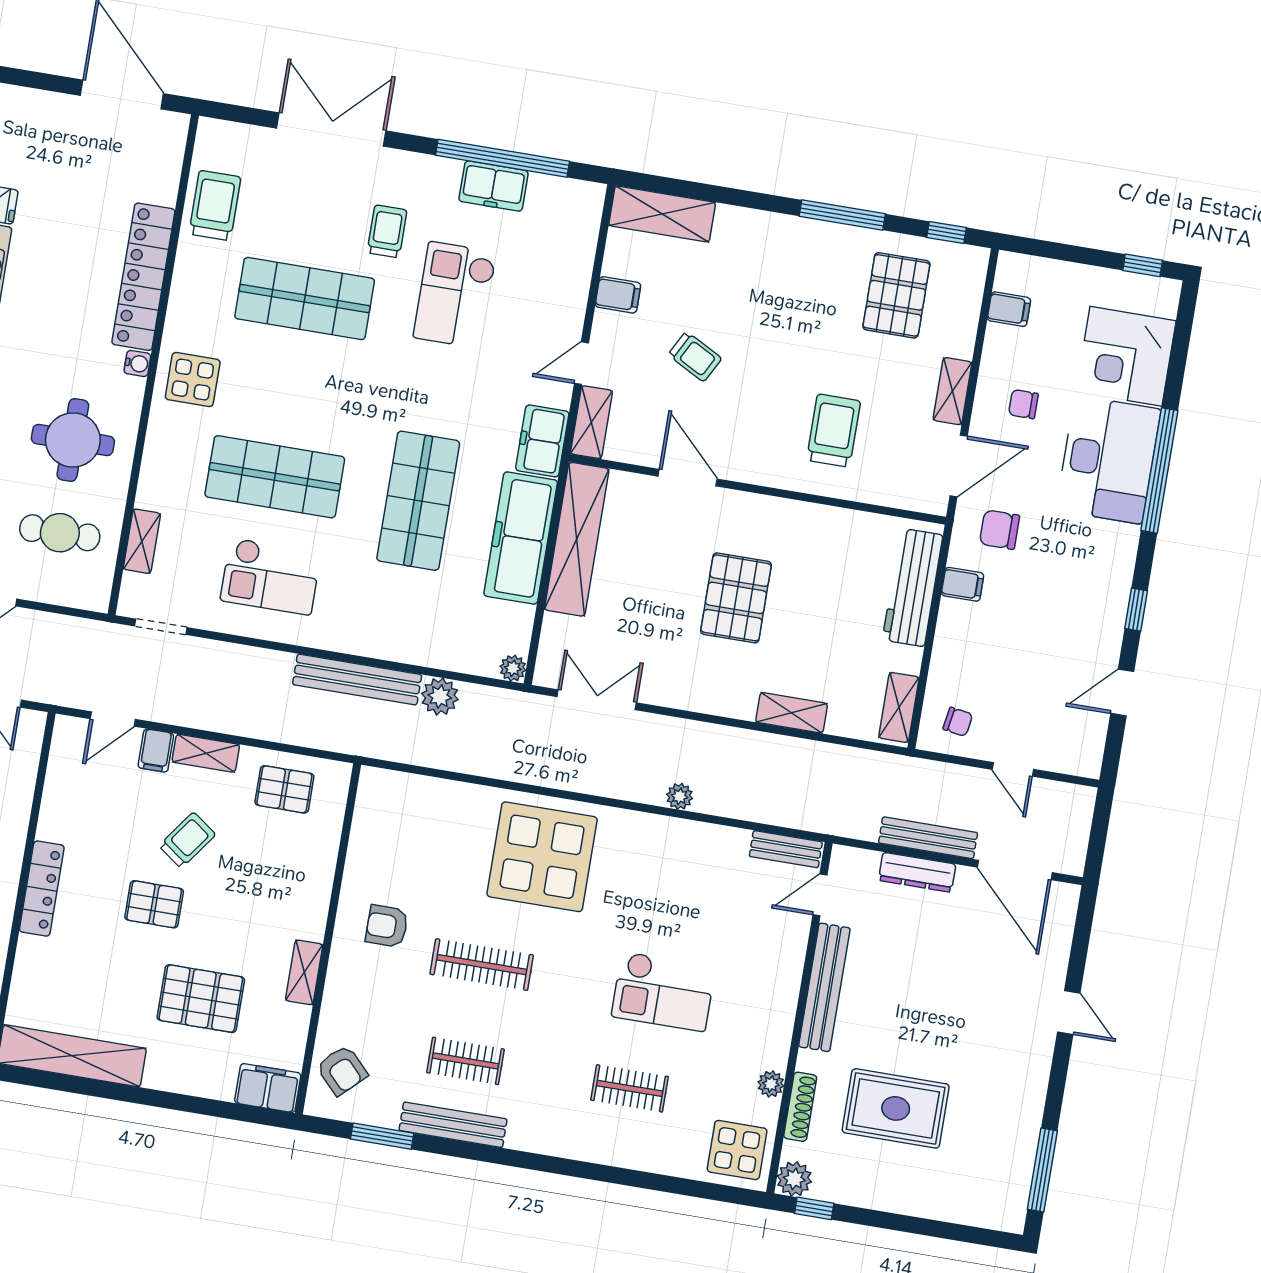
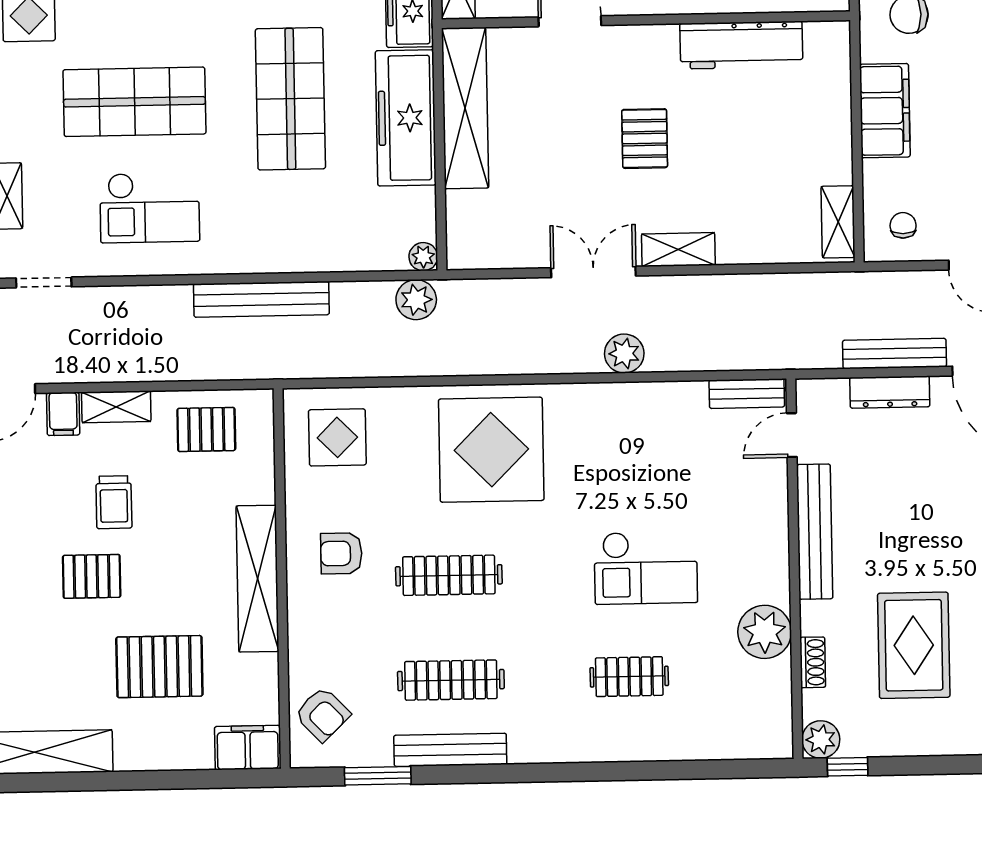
filing cabinet: (962, 584) -> (885, 111), width x3.00, depth x1.17
workbench: (913, 587) -> (741, 45), moved, turned -90
pallet: (736, 598) -> (645, 139), width x0.67, depth x0.71
plant: (440, 697) -> (416, 300), moved
double door: (597, 700) -> (593, 272), moved
shelving: (792, 713) -> (678, 250), moved
chair: (958, 722) -> (903, 225), turned -99
plant: (680, 796) -> (624, 354), width x1.38, depth x1.38
trolley: (187, 840) -> (114, 502), turned 144
shelving: (304, 972) -> (258, 579), width x2.20, depth x1.33
clothes rail: (466, 1061) -> (451, 680), width x1.36
plant: (771, 1084) -> (765, 632), width x1.87, depth x1.87
shoe rack: (800, 1107) -> (813, 662), width x0.70
rug: (896, 1108) -> (914, 645), turned 90
display table: (737, 1150) -> (337, 437), moved

